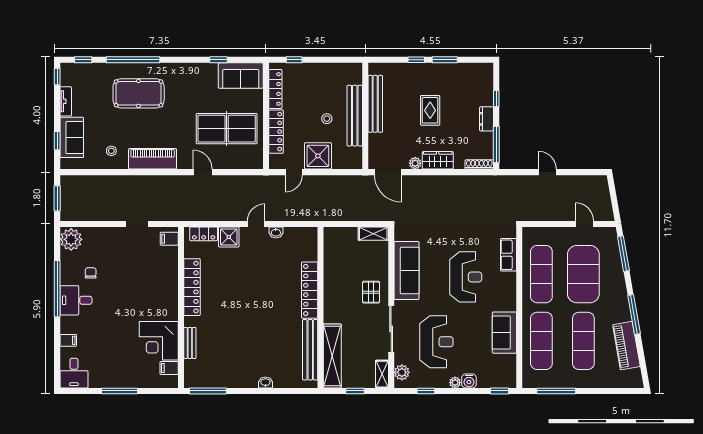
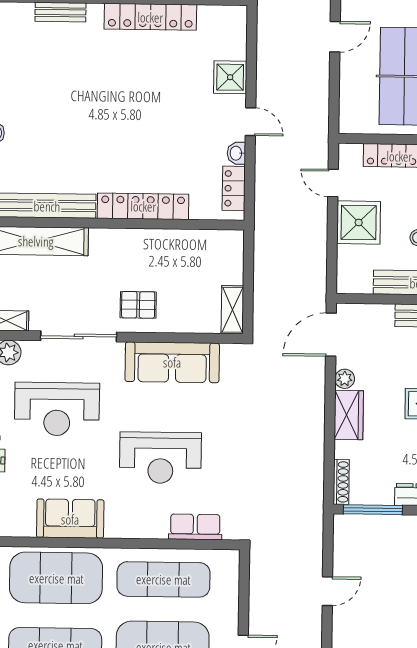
locker: (204, 234) -> (234, 188), moved
exercise mat: (541, 341) -> (56, 578), width x1.47

